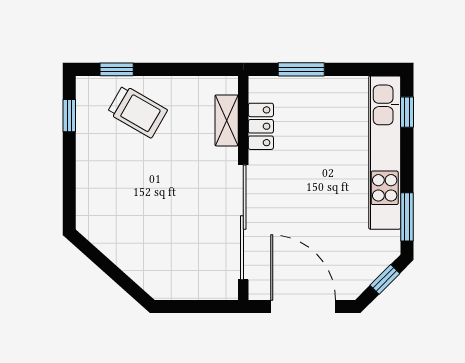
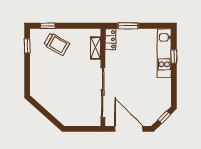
window: (407, 112) -> (174, 56), moved
locker: (261, 126) -> (110, 39), moved
kitchen unit: (385, 153) -> (164, 53), width x0.73
window: (407, 217) -> (174, 90), removed

